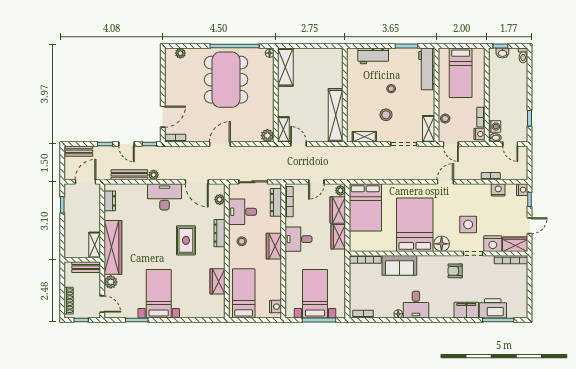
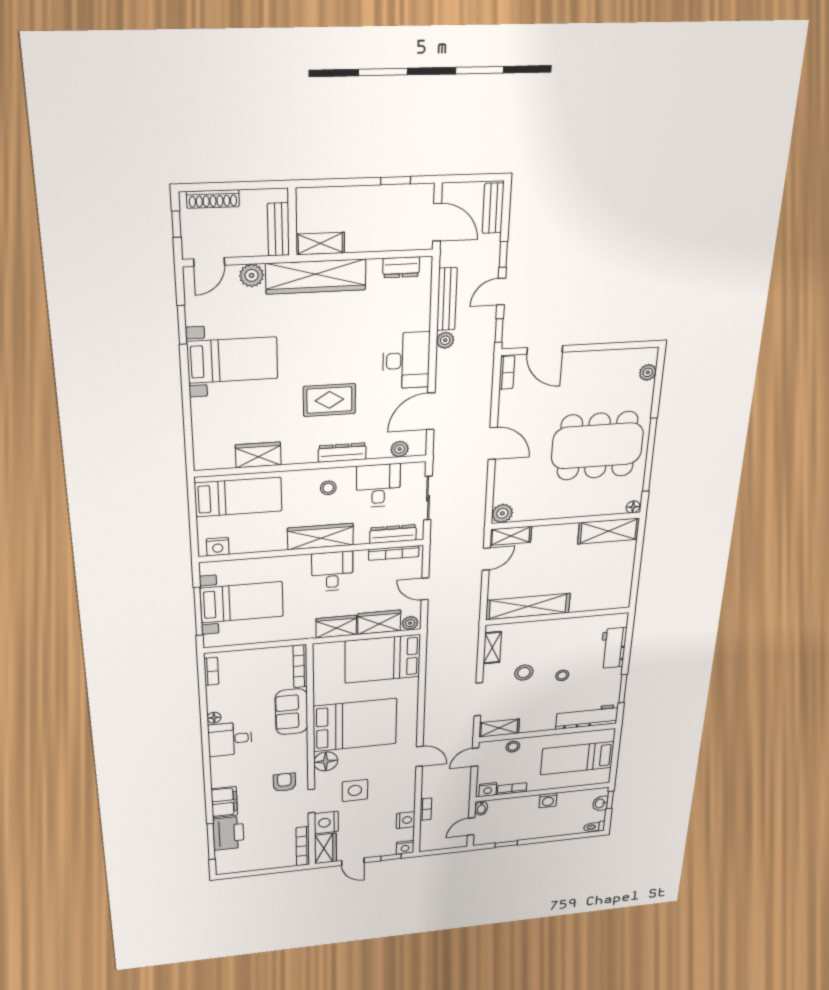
washing machine: (495, 127) -> (548, 800), moved
wardrobe: (274, 246) -> (320, 537), width x1.50

